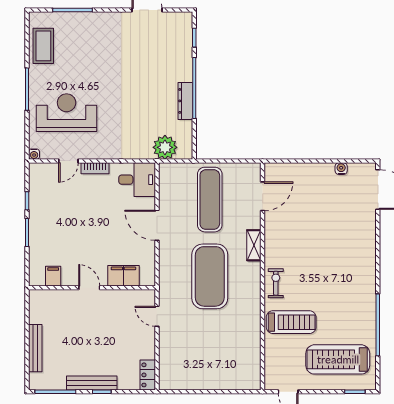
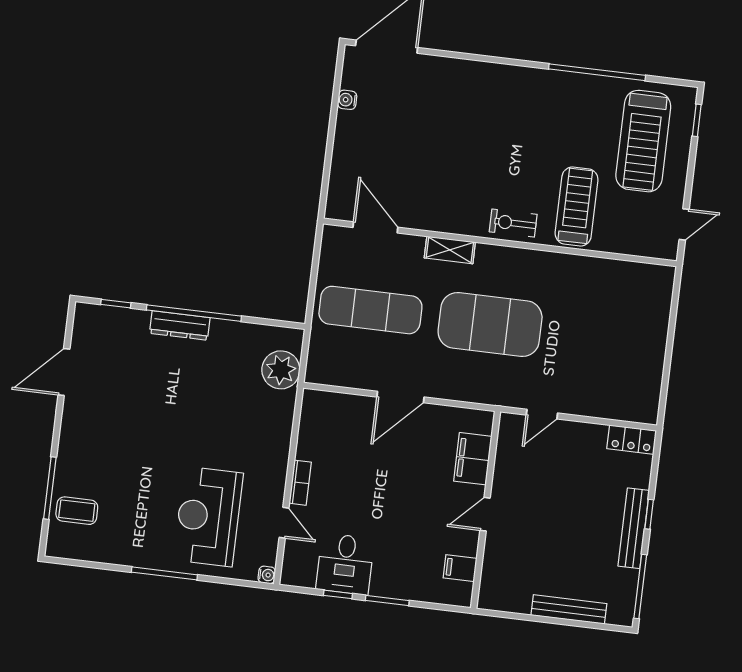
coffee table: (43, 46) -> (77, 511), moved, width x0.73, depth x0.77
dresser: (185, 101) -> (180, 325), moved
desk: (137, 180) -> (345, 564), moved, turned 180

